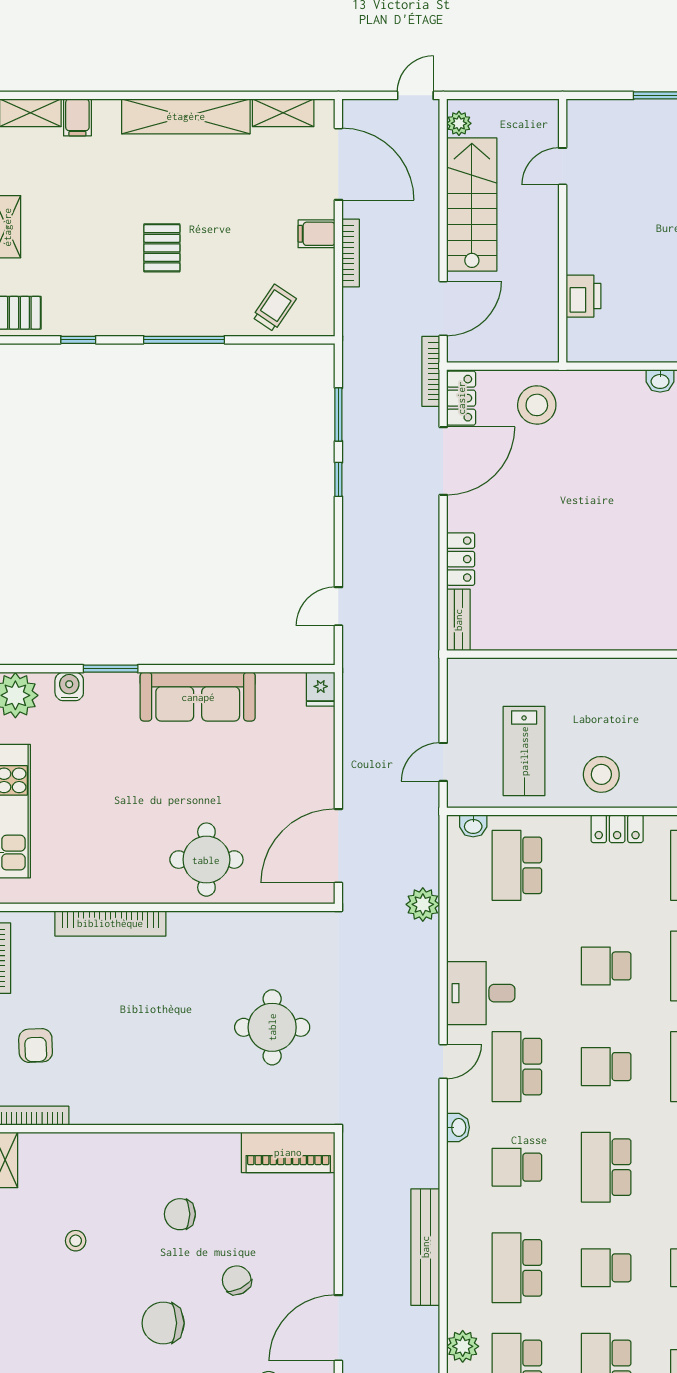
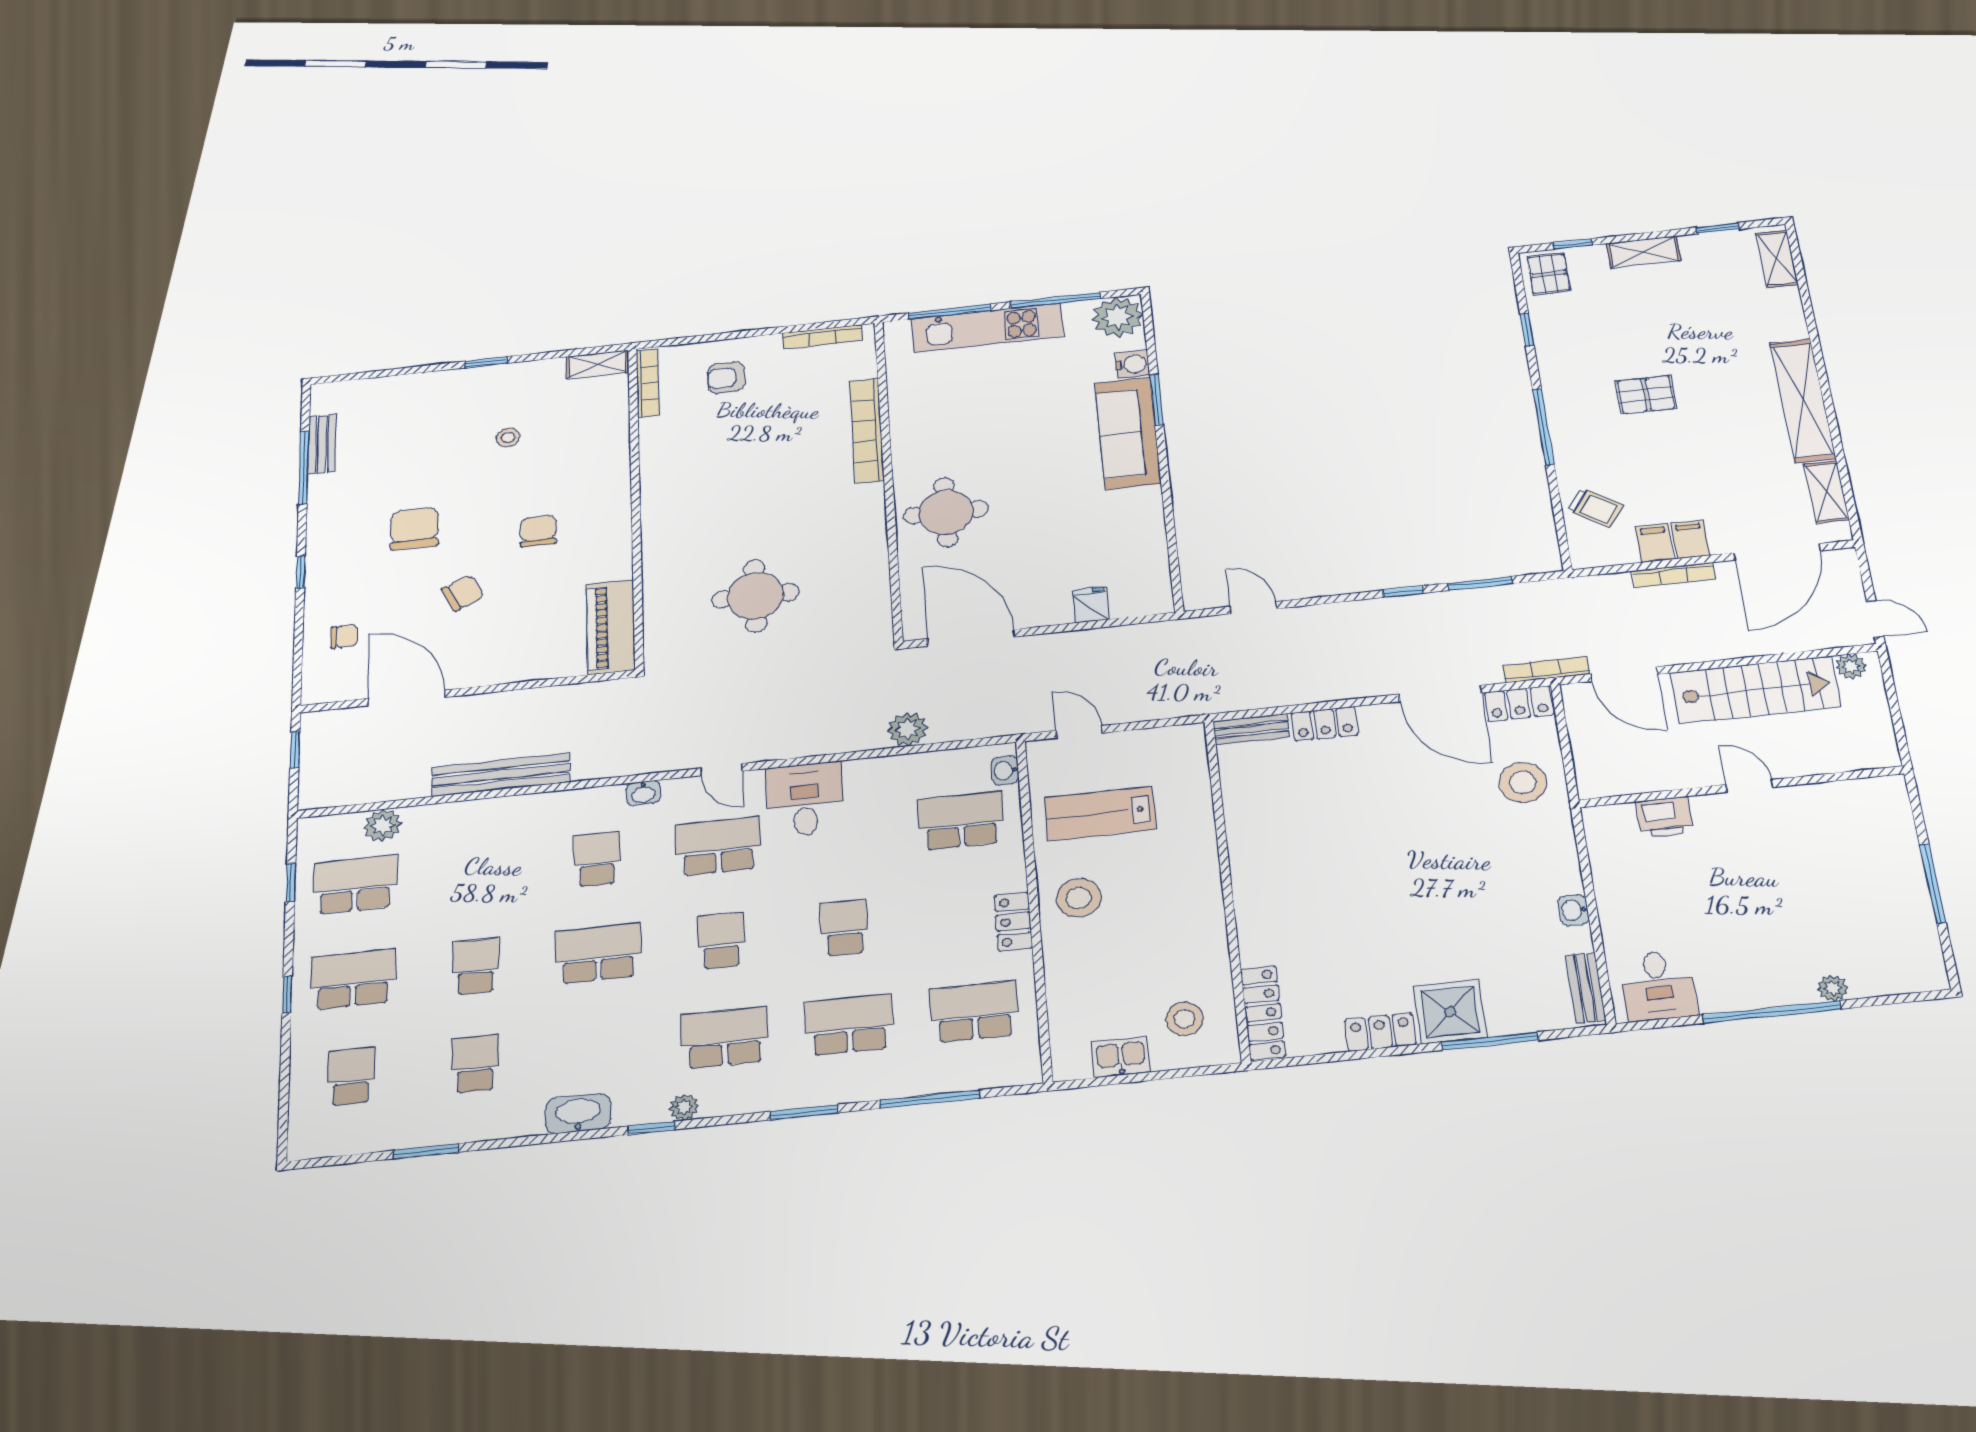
filing cabinet: (77, 117) -> (1655, 543), moved, turned 90
door: (563, 166) -> (1749, 786), moved
fridge: (321, 689) -> (1091, 605), moved, turned 90
sofa: (198, 697) -> (1128, 433), moved
school desk: (517, 1268) -> (476, 872), removed

